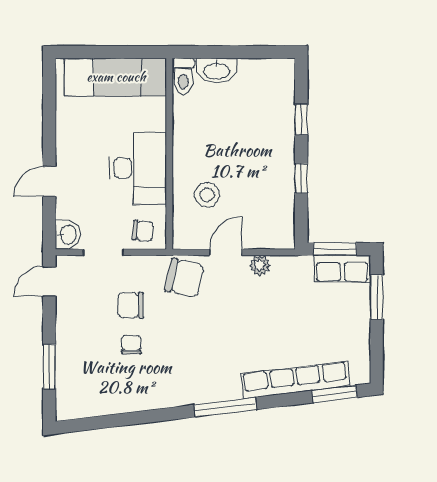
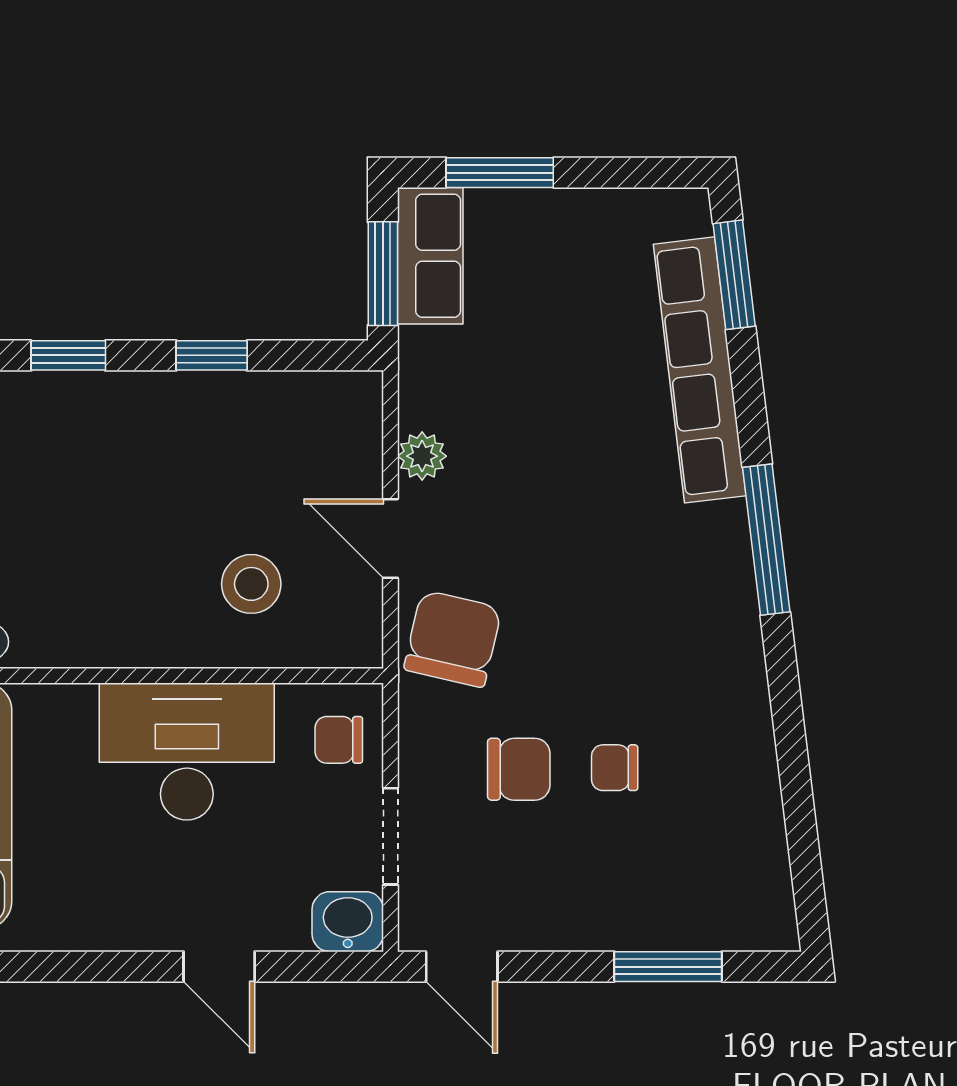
chair: (143, 231) -> (339, 740), turned -95
chair: (131, 305) -> (519, 769), turned -90

